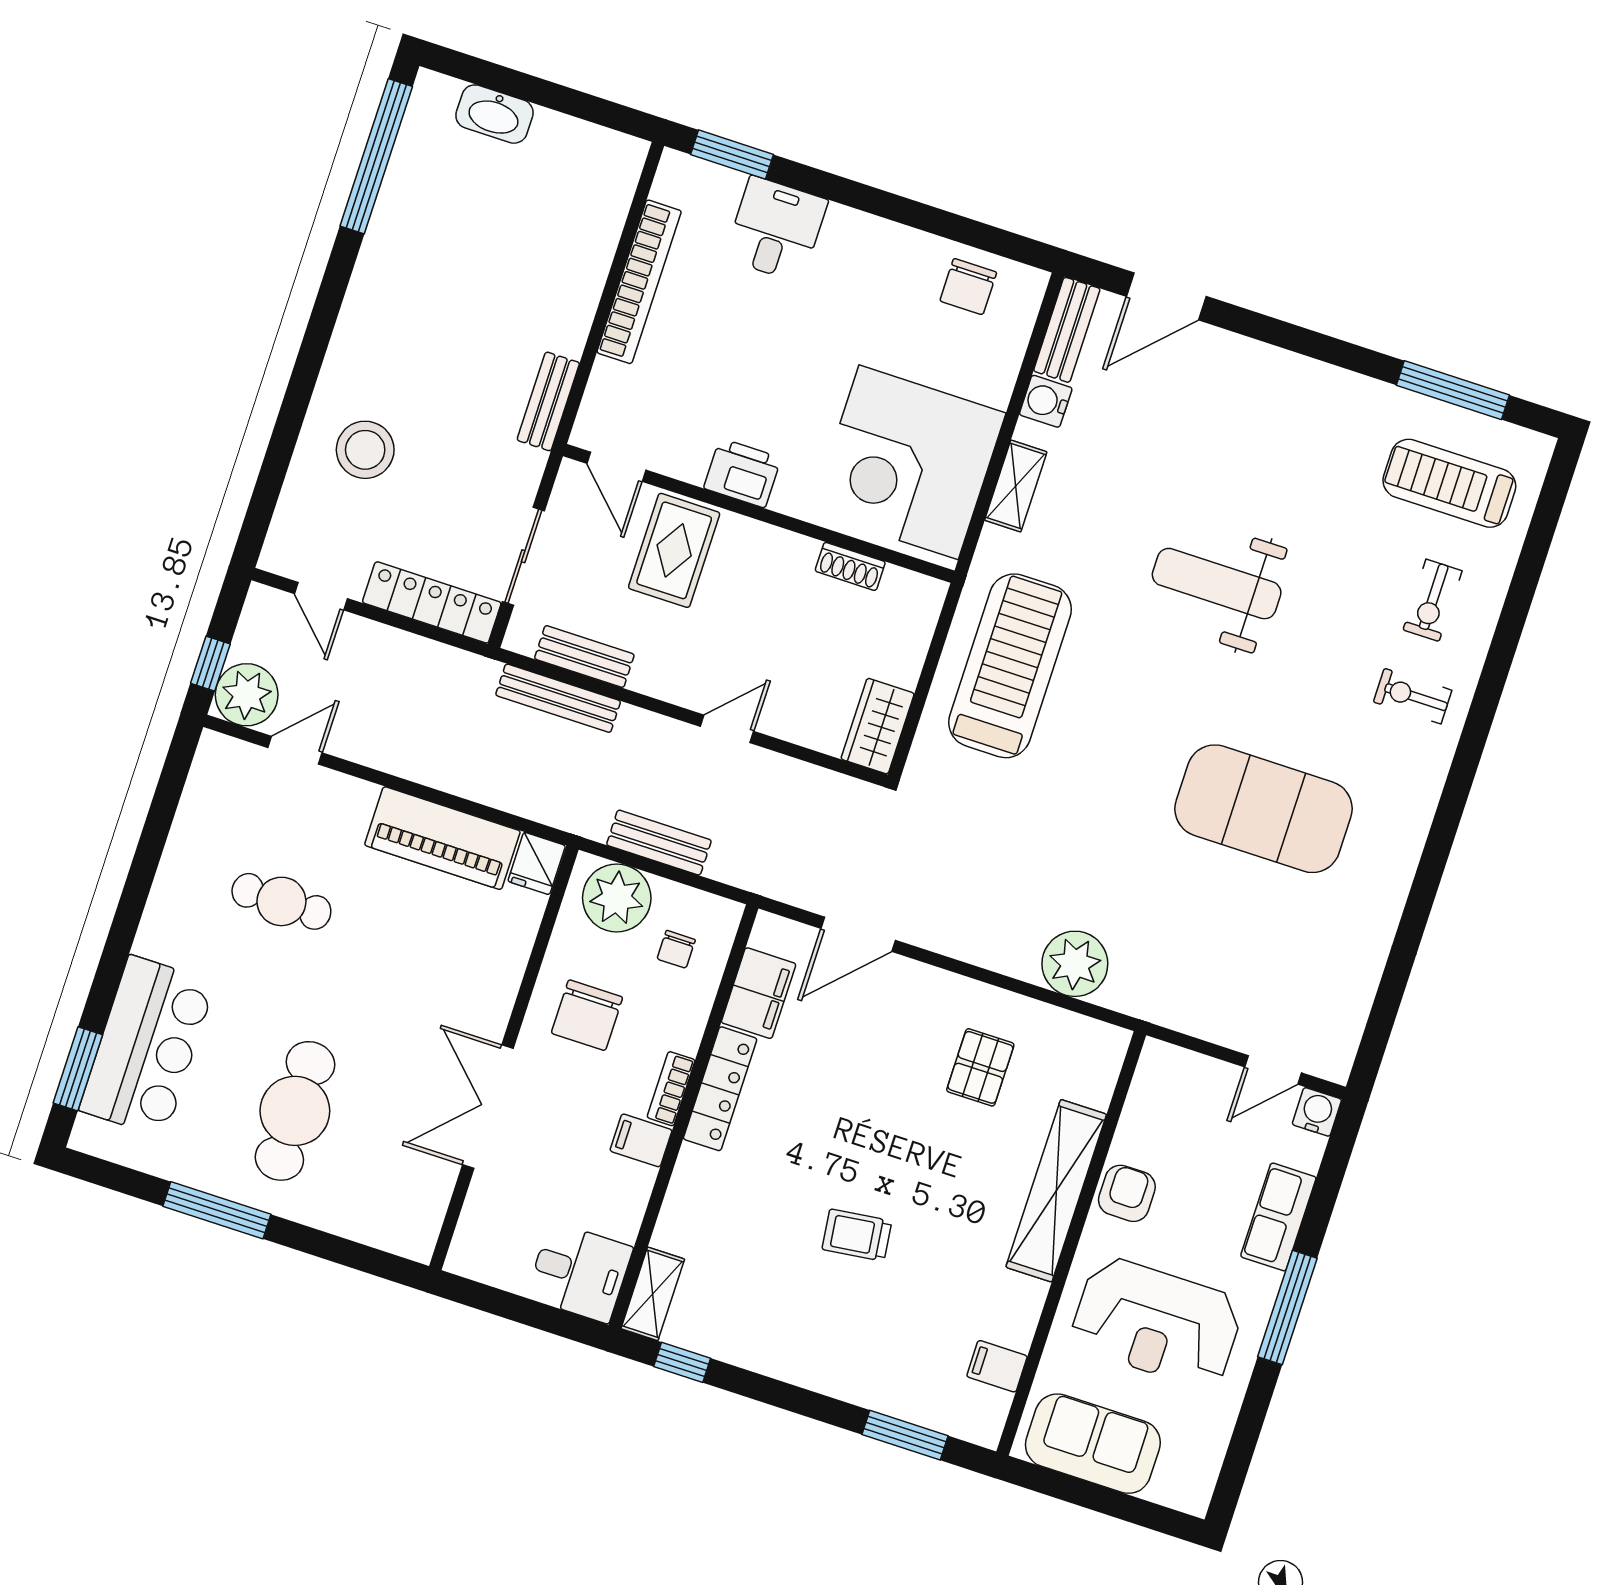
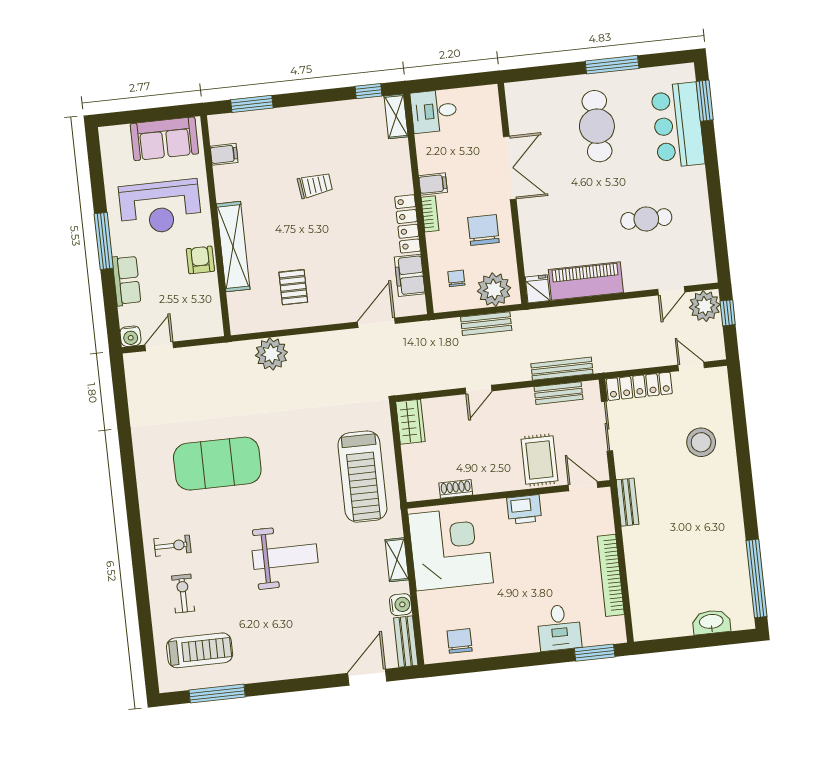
armchair: (1127, 1193) -> (200, 260), turned 180
reception desk: (1157, 1323) -> (160, 207), turned 180

